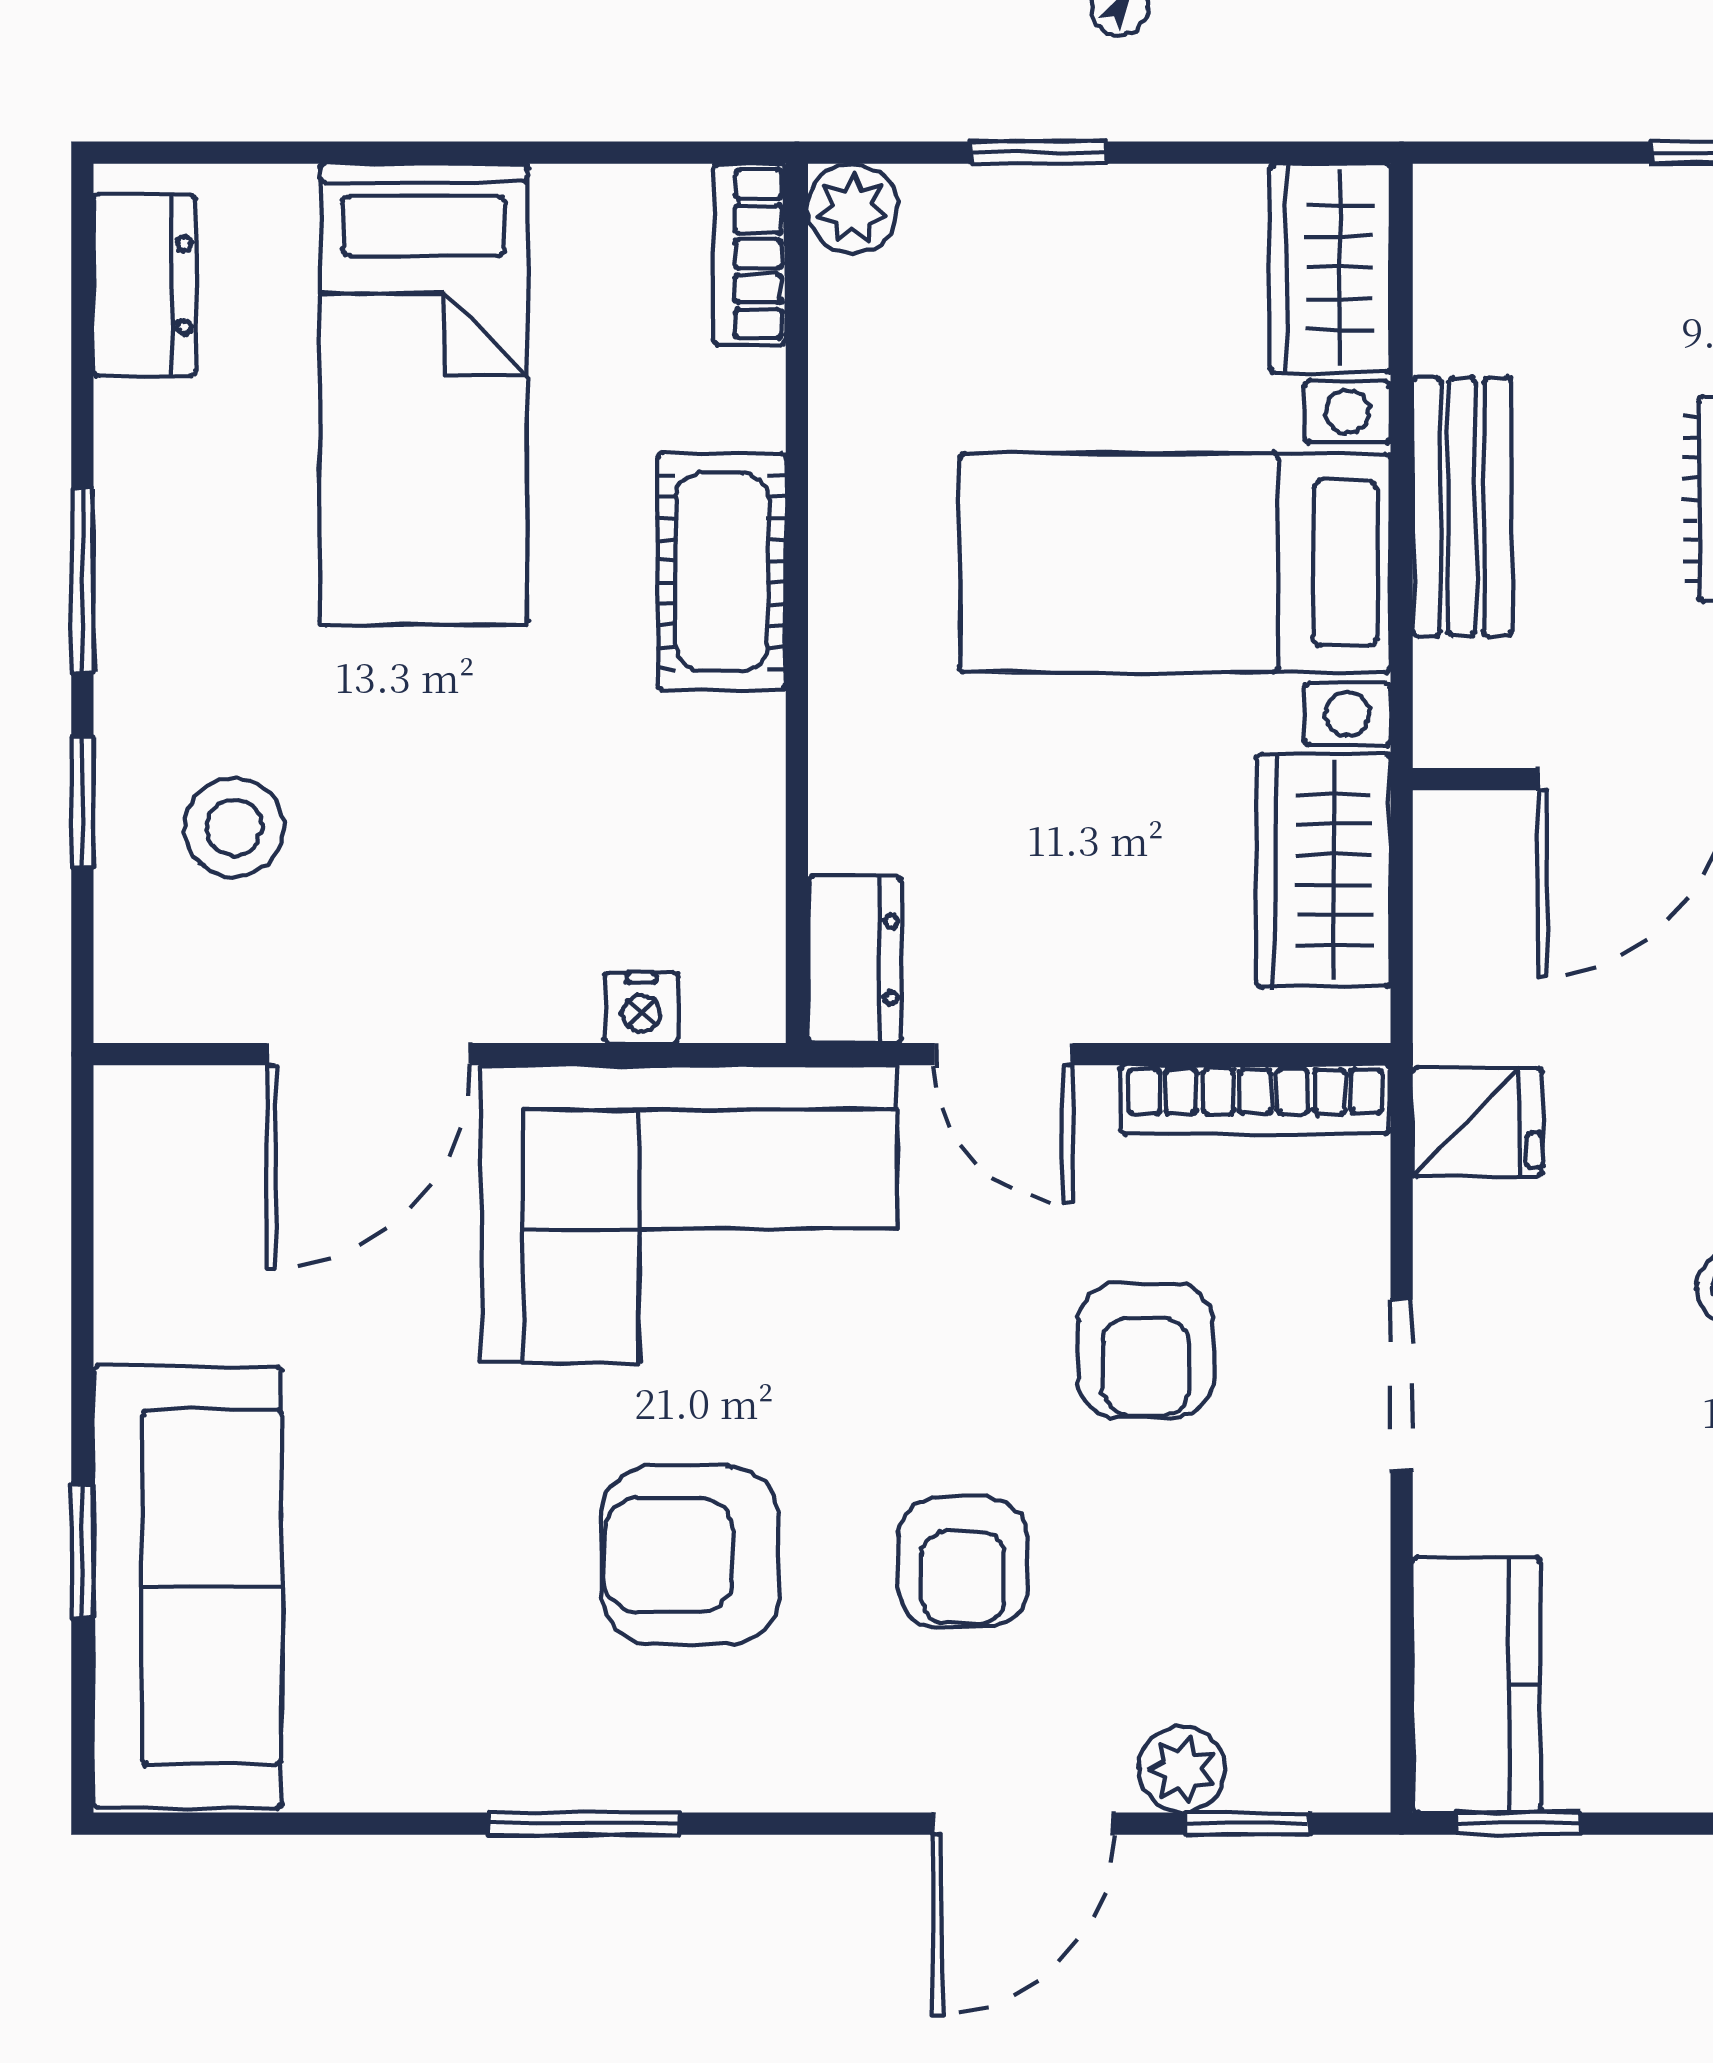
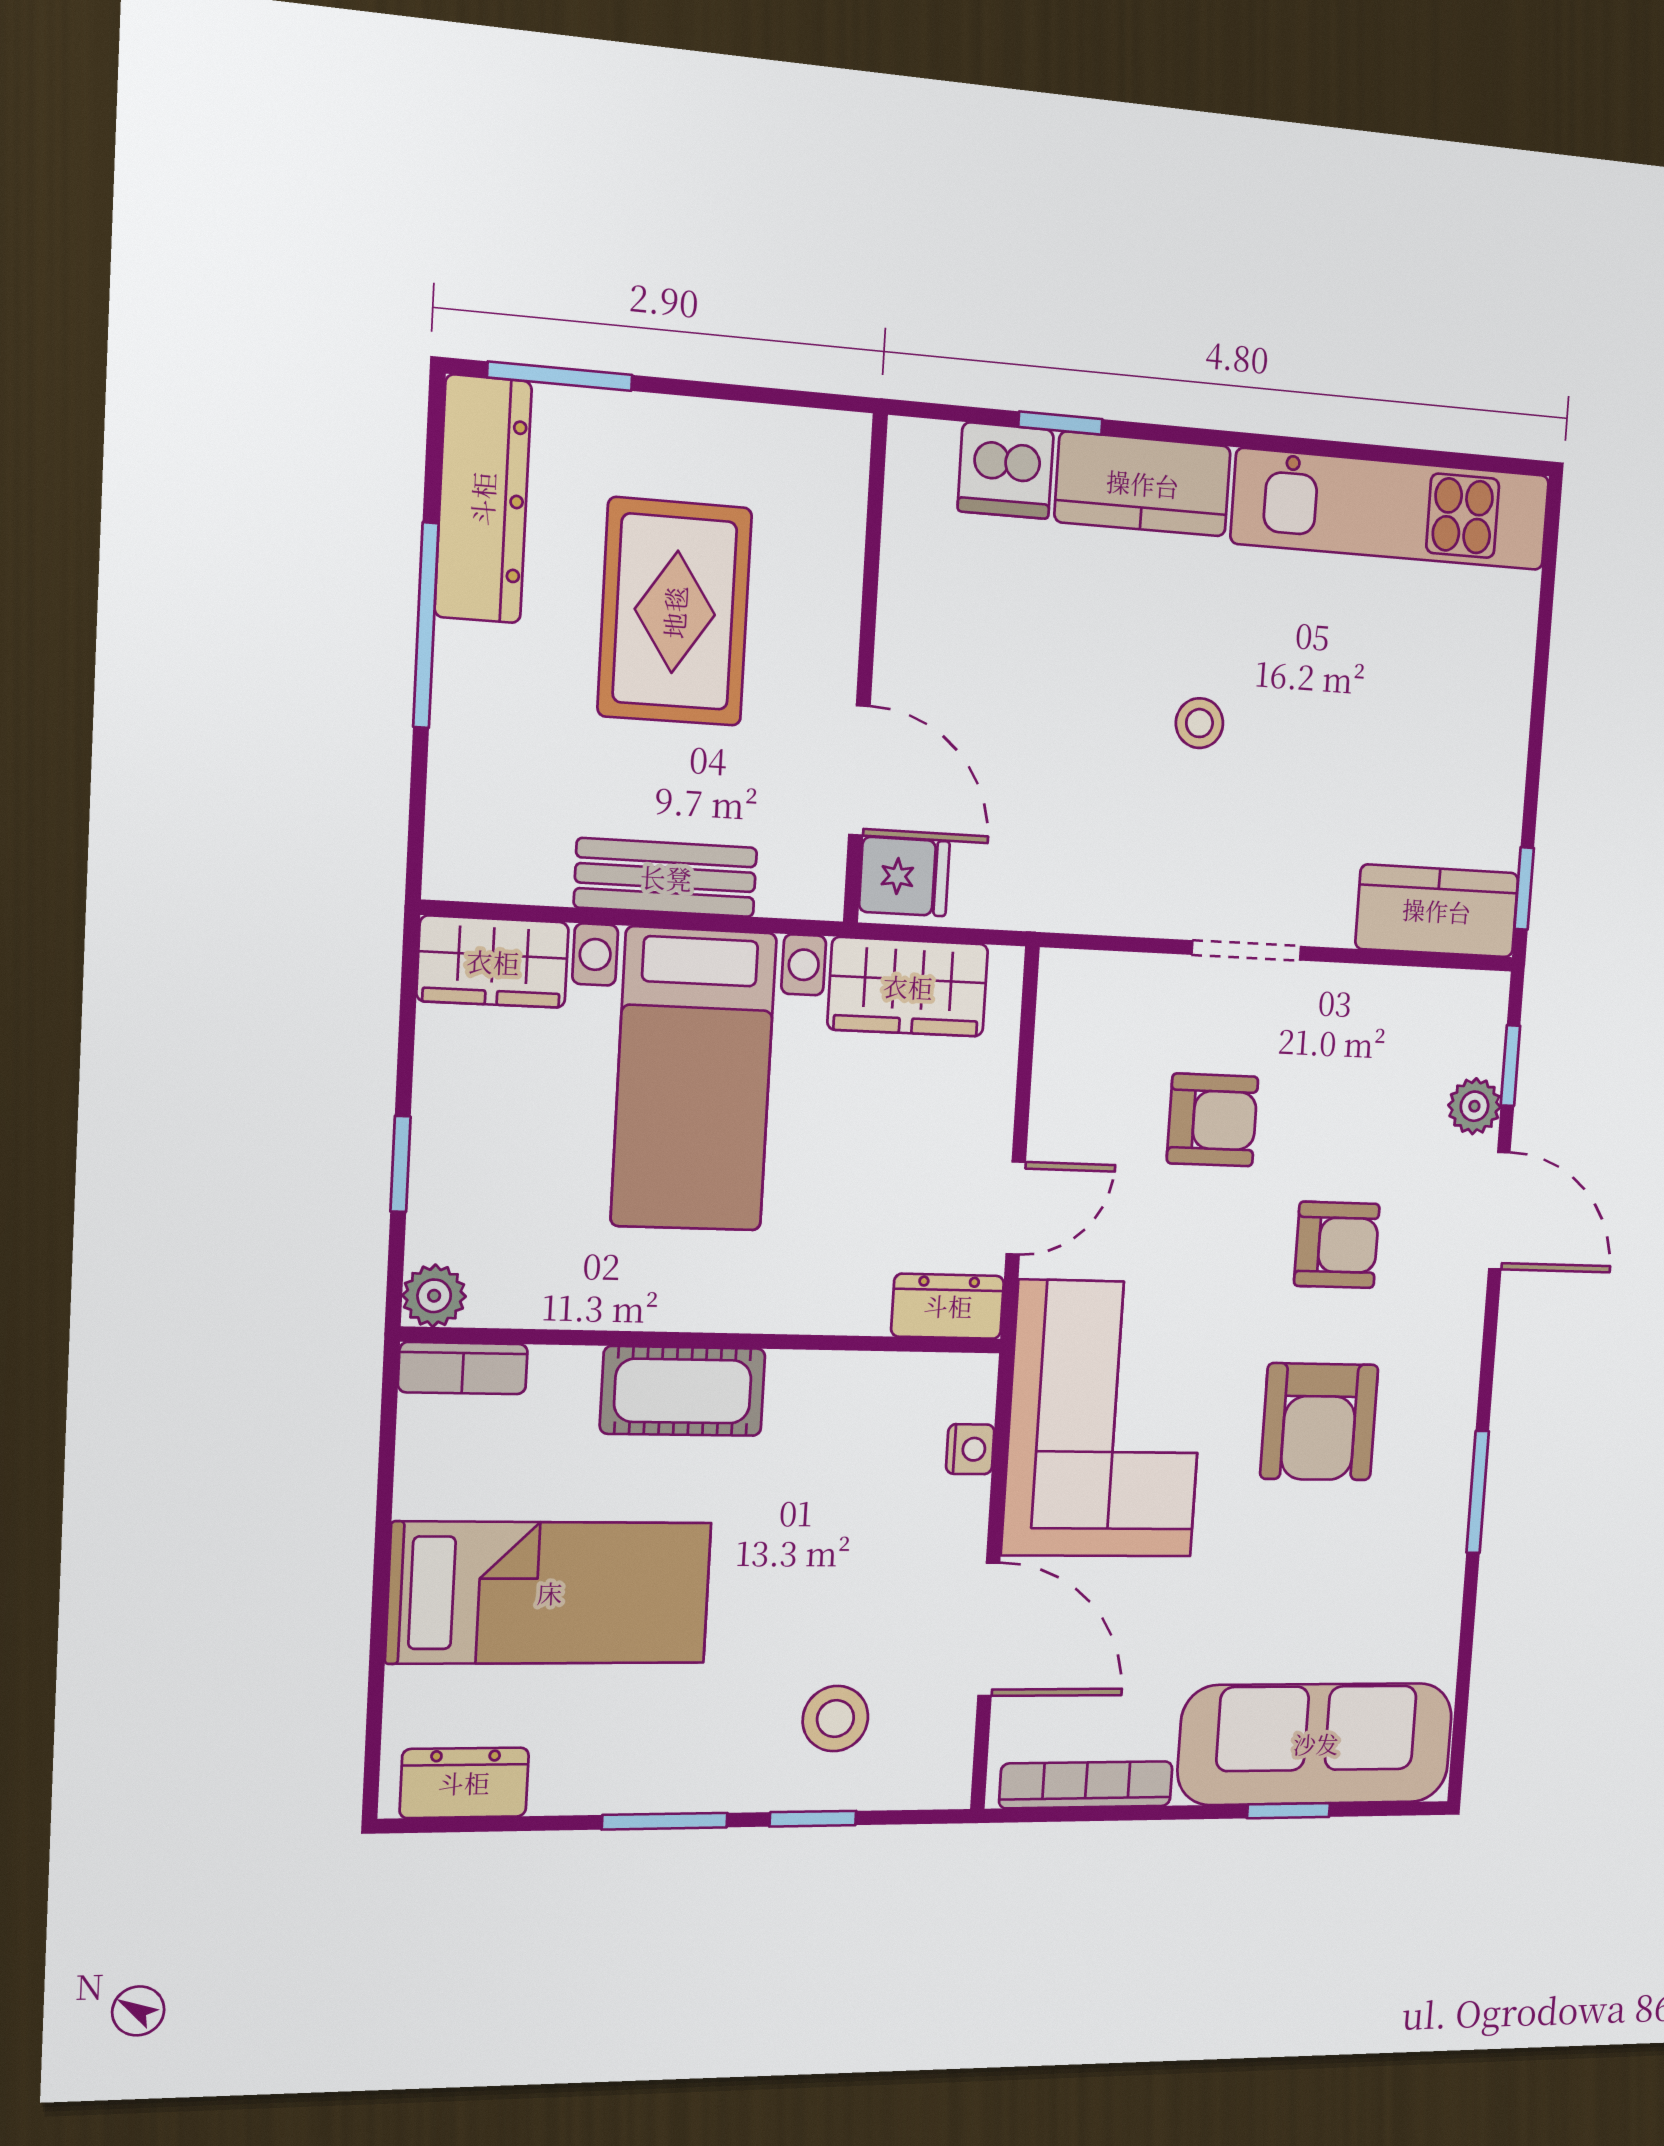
bookcase: (1255, 1100) -> (1086, 1785), moved, turned -90
fridge: (1477, 1122) -> (904, 876), moved, turned 90

